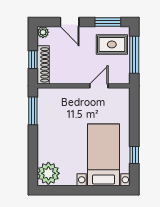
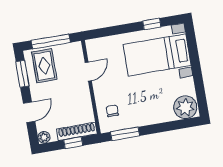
door: (99, 86) -> (88, 72), swing flipped
chair: (57, 102) -> (112, 111), added

